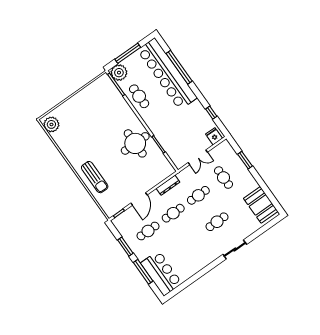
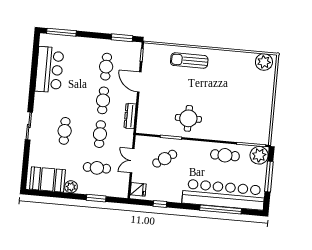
cafe table: (177, 136) -> (165, 159), added
round table: (135, 143) -> (188, 118), width x0.73, depth x0.73
plant: (252, 184) -> (71, 187), added
window: (125, 247) -> (122, 38), moved
window: (143, 272) -> (61, 32), moved
bar counter: (161, 273) -> (49, 70), moved, turned -90

